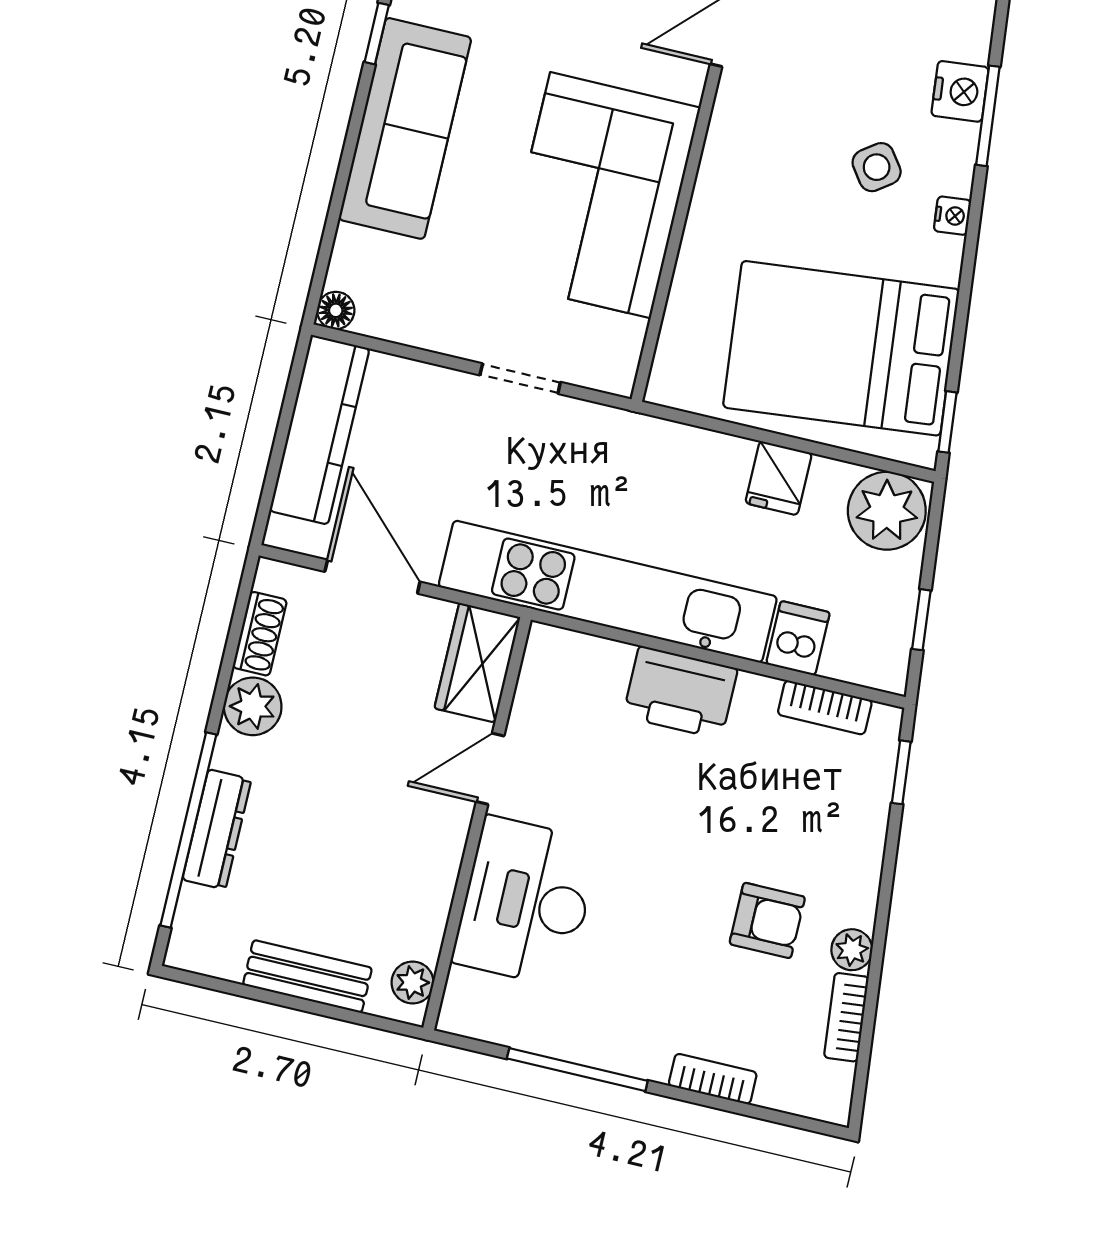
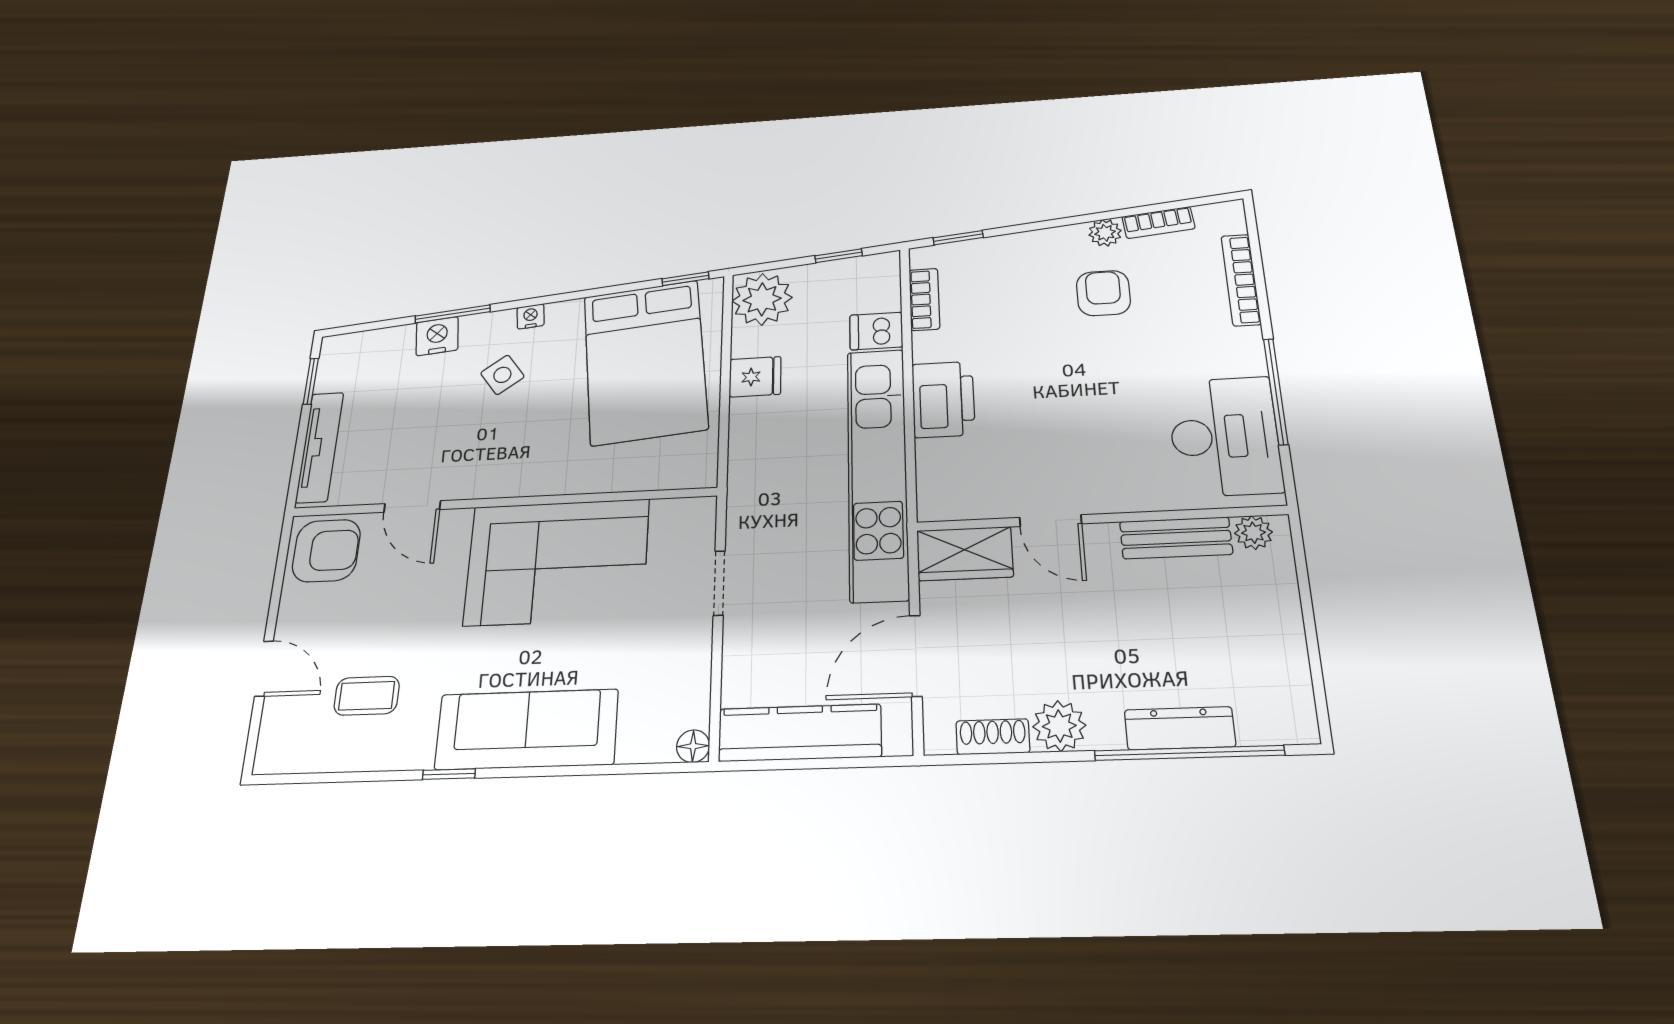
desk: (526, 902) -> (1224, 436), moved, turned -90
bench: (307, 976) -> (1176, 538), moved, turned 90
bookcase: (713, 1079) -> (1241, 280), width x1.56

